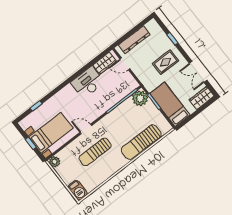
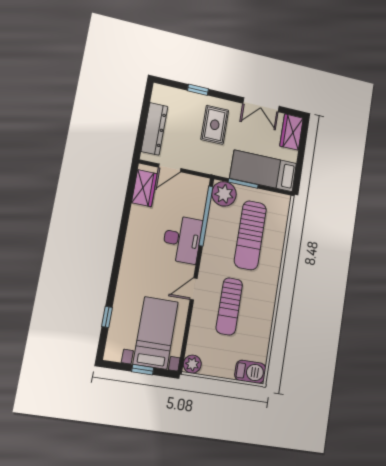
desk: (88, 83) -> (182, 239), moved, turned 180
sun lounger: (141, 142) -> (250, 235), moved

